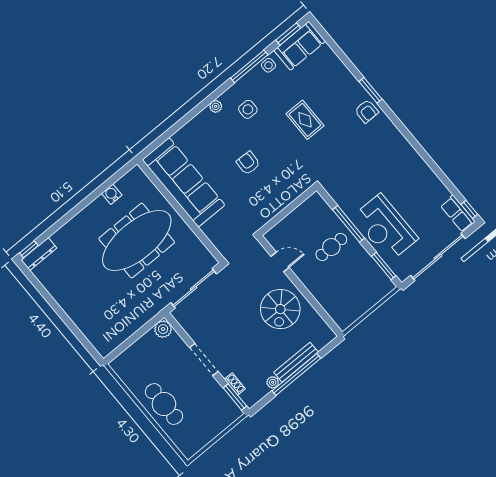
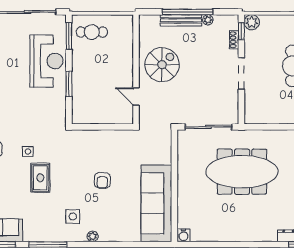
side table: (269, 65) -> (28, 151), moved
water cooler: (112, 194) -> (183, 235), moved
window: (349, 224) -> (69, 84), width x0.69
meeting table: (137, 240) -> (242, 172), moved
cafe table: (331, 247) -> (92, 32), moved
plant: (163, 329) -> (252, 22), moved
window: (235, 397) -> (241, 31), width x0.67

